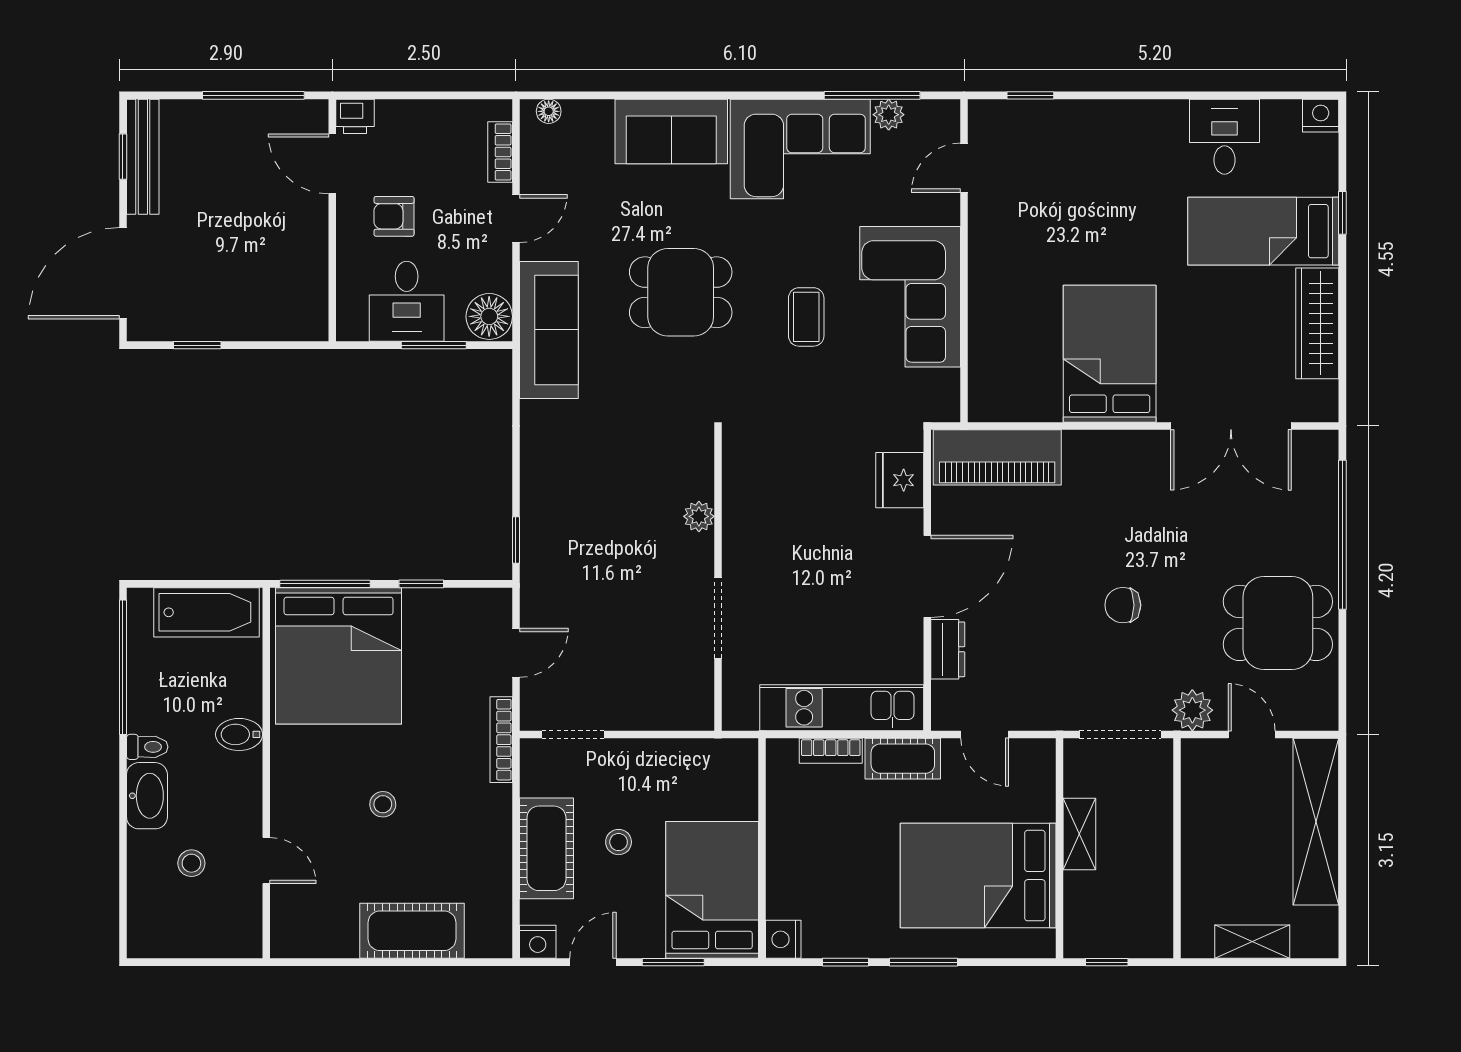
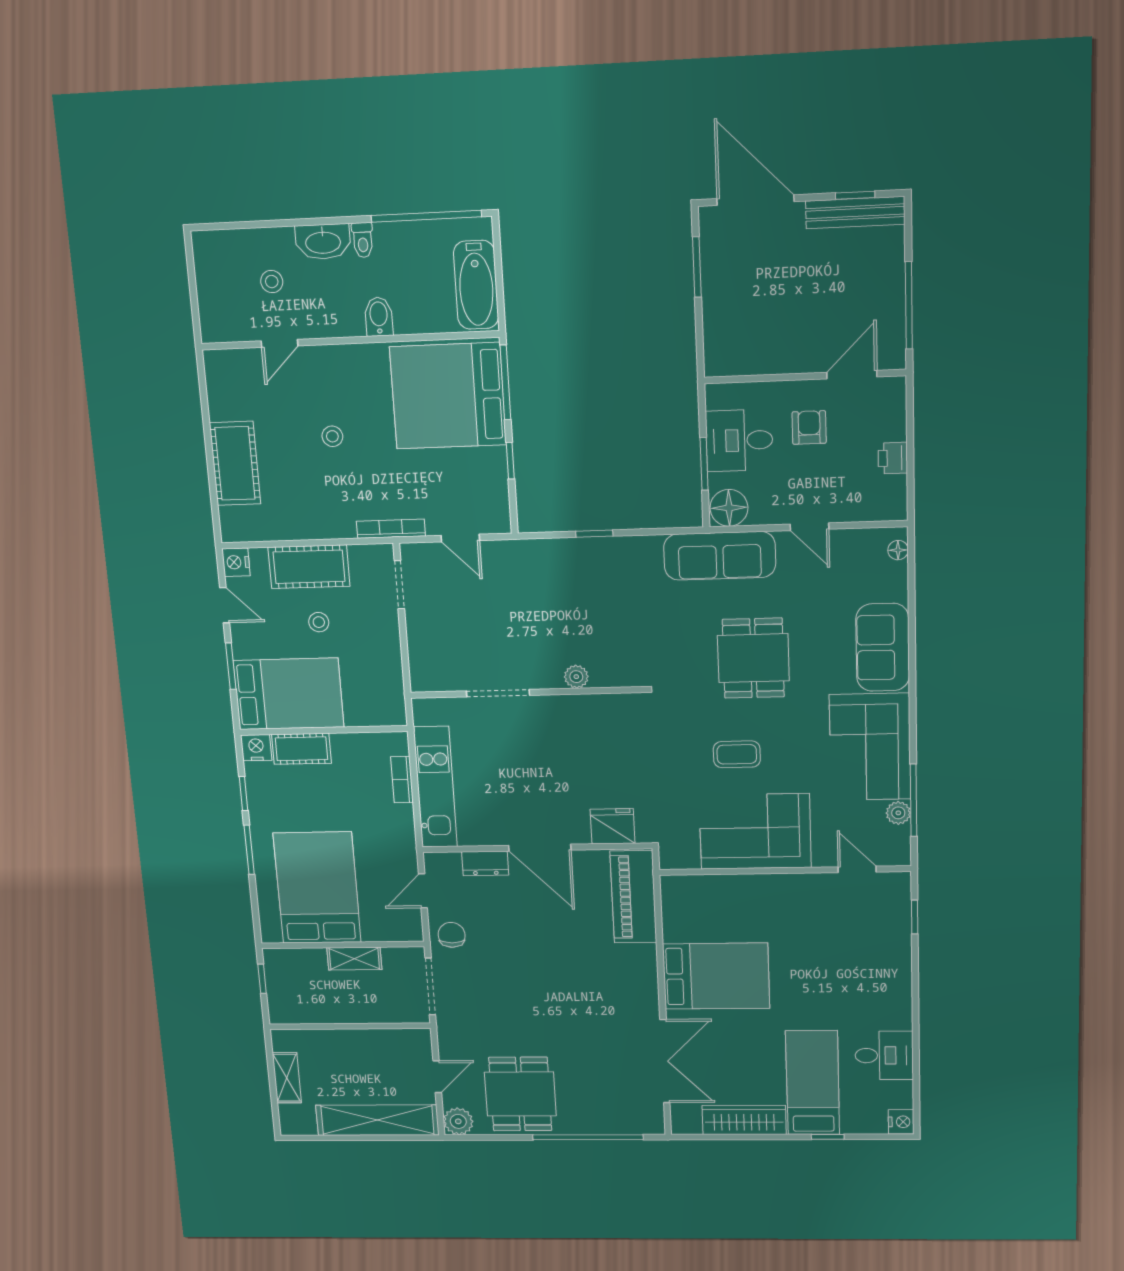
printer: (355, 116) -> (893, 458), moved
bookcase: (500, 152) -> (864, 512), removed
window: (197, 345) -> (697, 267), width x1.50
double door: (1231, 426) -> (665, 1061), swing flipped
window: (516, 540) -> (594, 534), moved
chair: (1123, 605) -> (452, 935), moved
plant: (1192, 710) -> (458, 1121), moved
cot: (903, 759) -> (301, 749), moved, turned 90

